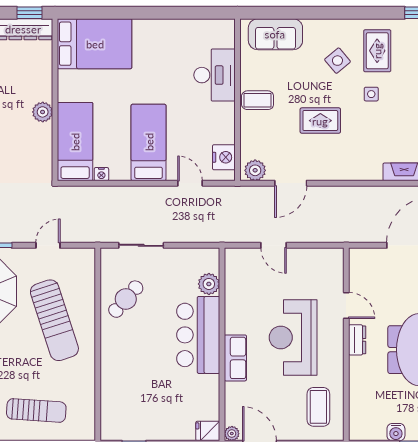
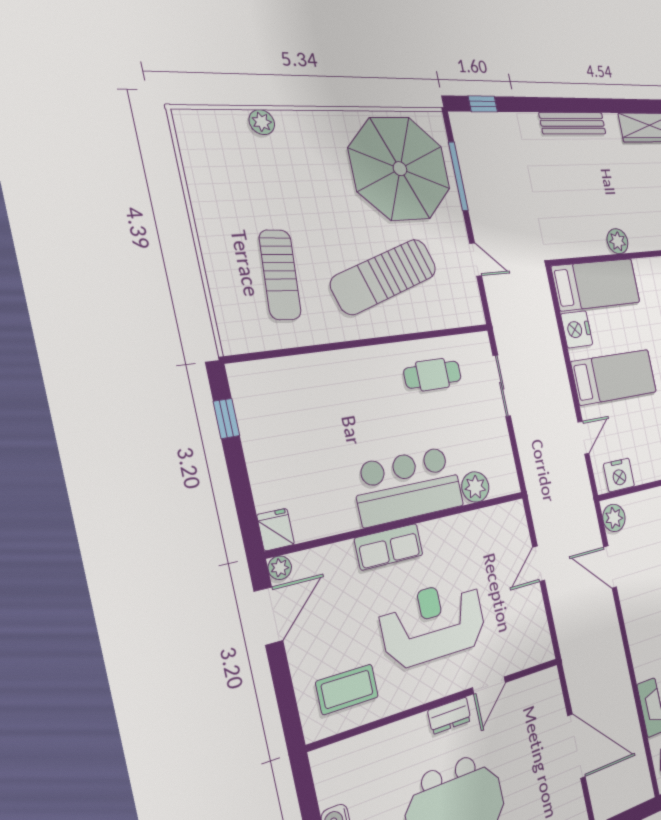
nightstand: (101, 174) -> (577, 329), width x1.89, depth x1.79
cafe table: (126, 299) -> (433, 375), turned -41
sun lounger: (36, 410) -> (280, 275), moved

